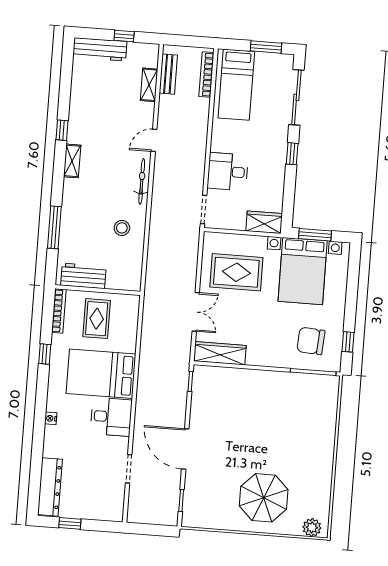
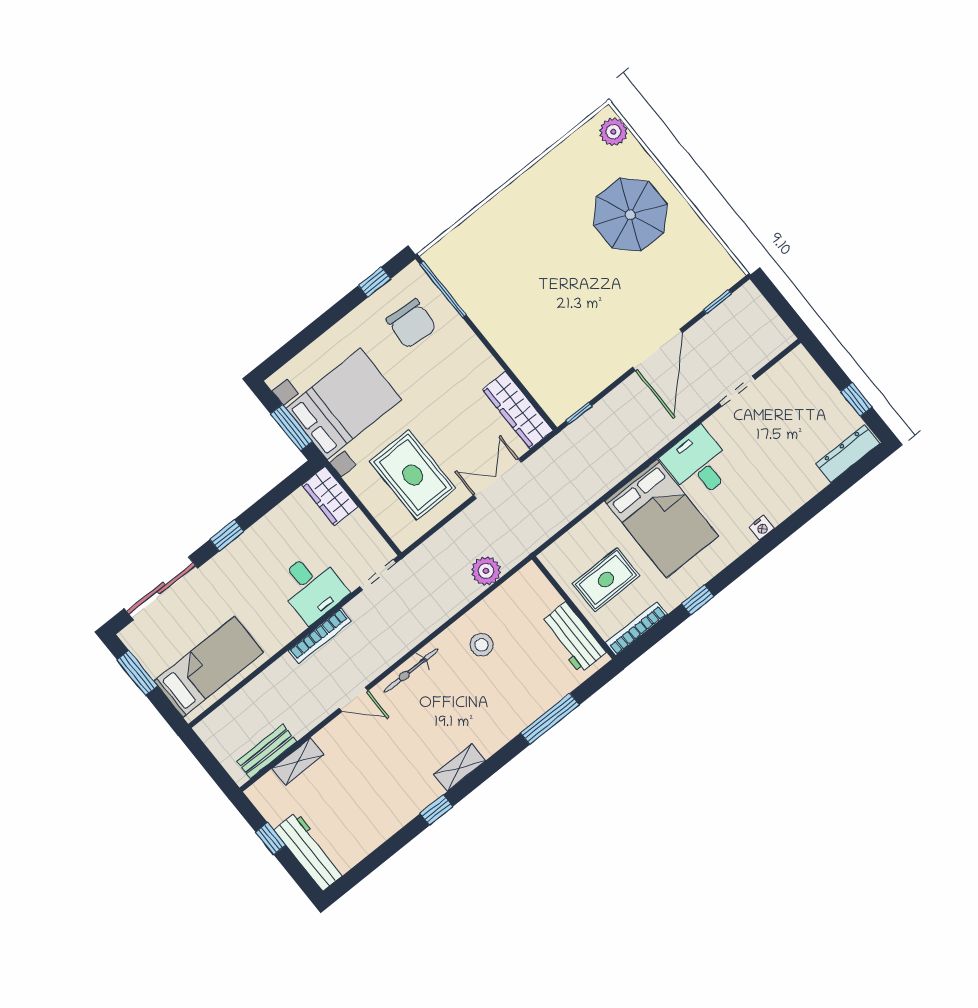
bookcase: (206, 74) -> (320, 636), moved
plant: (156, 264) -> (486, 571), added
dresser: (50, 487) -> (848, 454), width x0.73, depth x0.80

